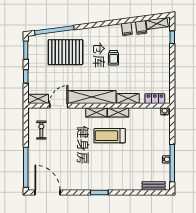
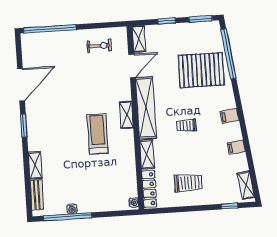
filing cabinet: (141, 27) -> (230, 116), moved
pallet: (66, 52) -> (201, 70), turned 90
trolley: (114, 58) -> (186, 126), moved
trolley: (152, 68) -> (188, 183), added
locker: (155, 99) -> (149, 189), width x1.53
door: (59, 106) -> (132, 66), hinge flipped
shelving: (118, 112) -> (35, 165), moved
door: (47, 192) -> (21, 85), moved

